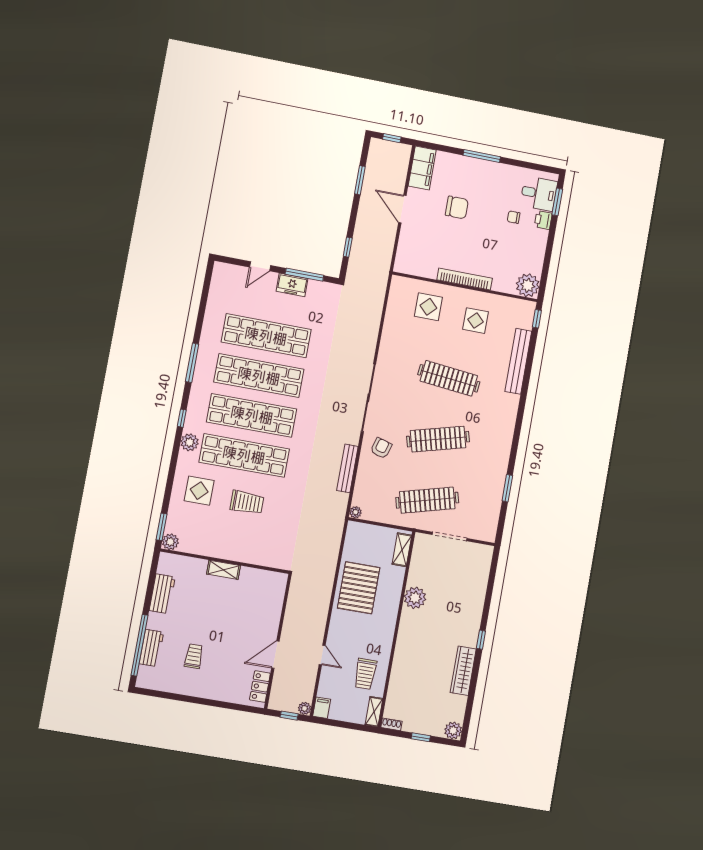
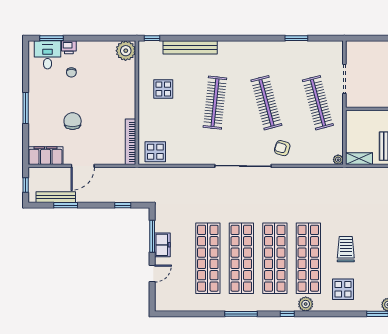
door: (260, 266) -> (152, 274), hinge flipped
bookcase: (465, 279) -> (131, 142), moved
display table: (428, 307) -> (155, 152), moved
bench: (347, 468) -> (56, 197), moved
shelving: (402, 550) -> (359, 159), moved

